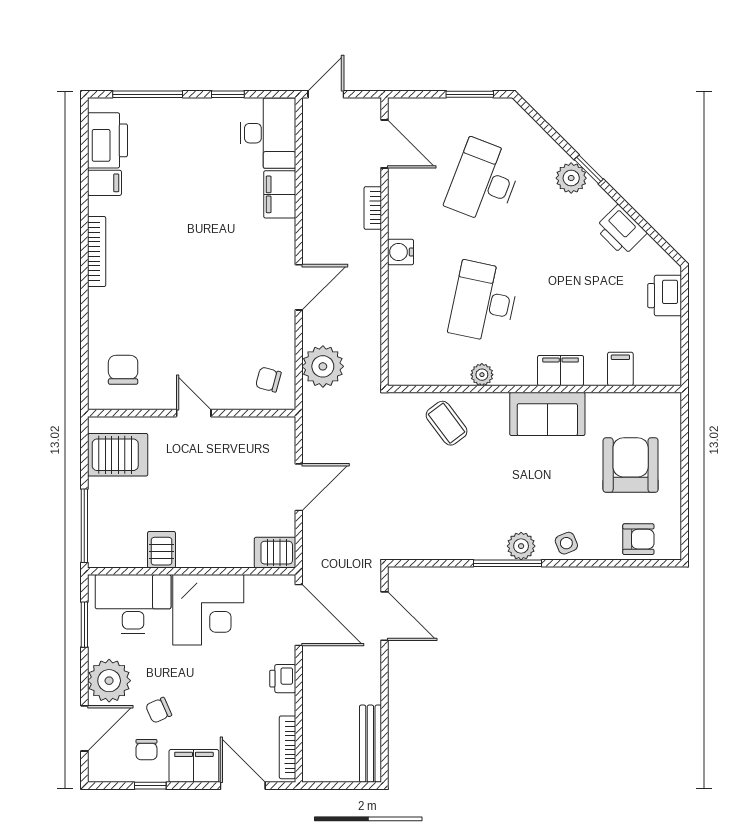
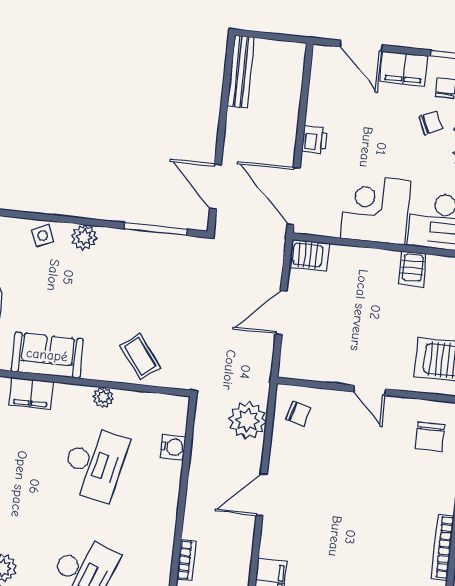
water cooler: (401, 252) -> (173, 447), moved
window: (507, 563) -> (156, 229), moved
bookcase: (287, 747) -> (317, 76), removed

